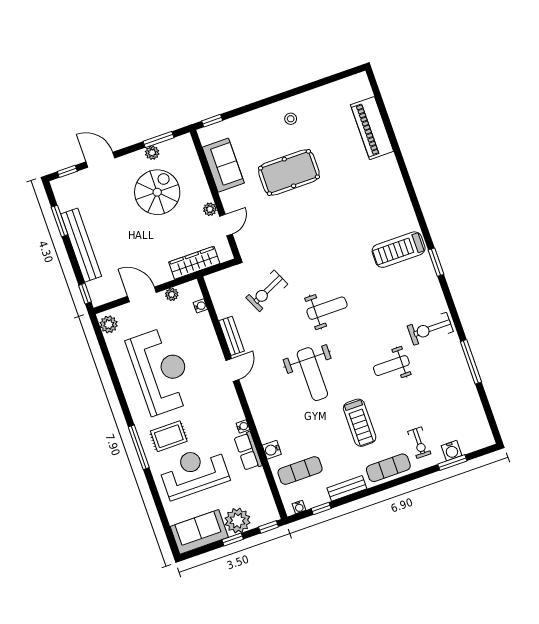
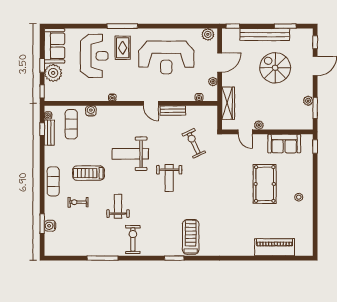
spiral stairs: (157, 192) -> (275, 68), moved, turned 180
exercise bike: (419, 443) -> (78, 202), moved
row of seats: (248, 451) -> (95, 95), removed
bench: (347, 488) -> (49, 133), moved

